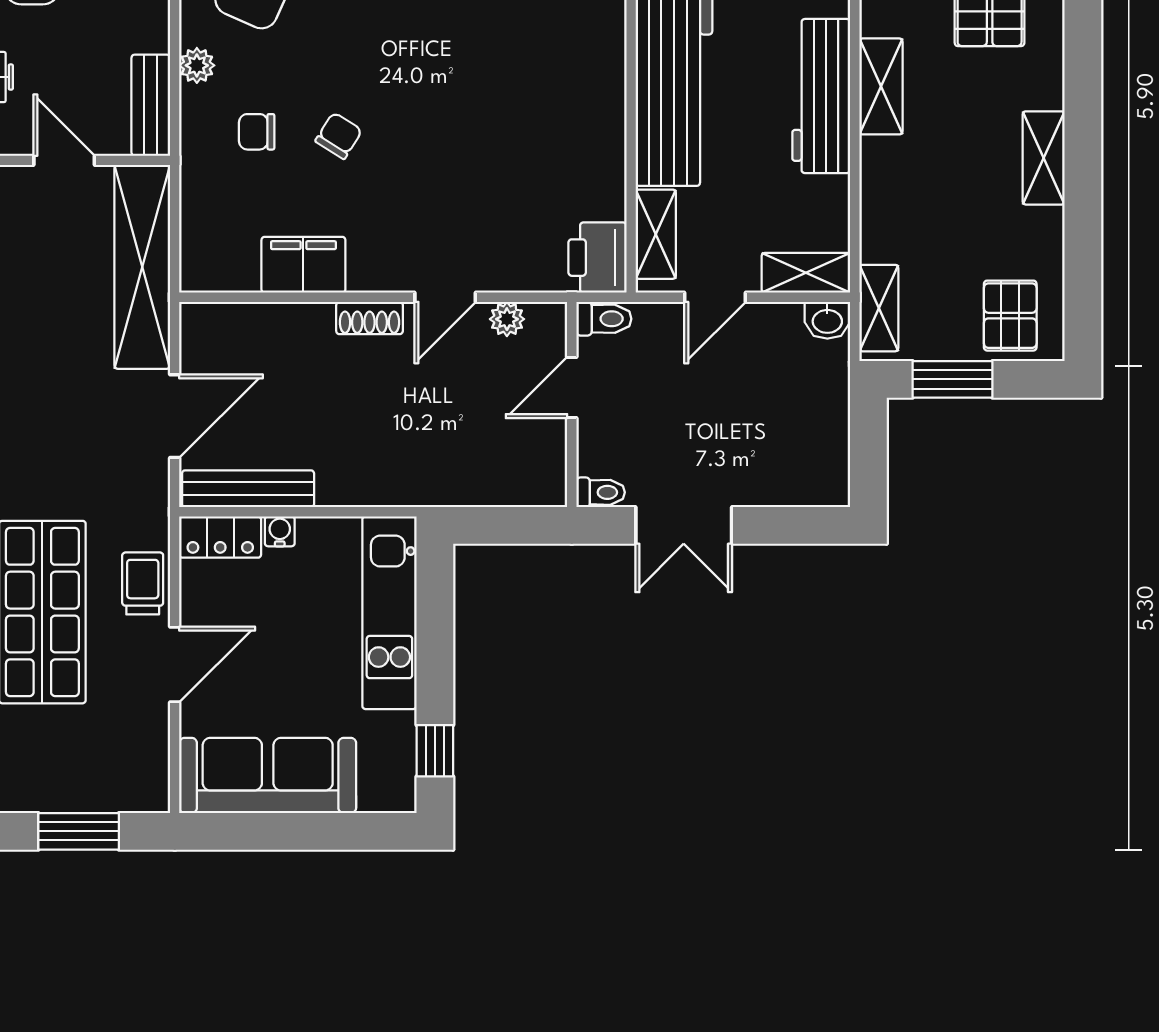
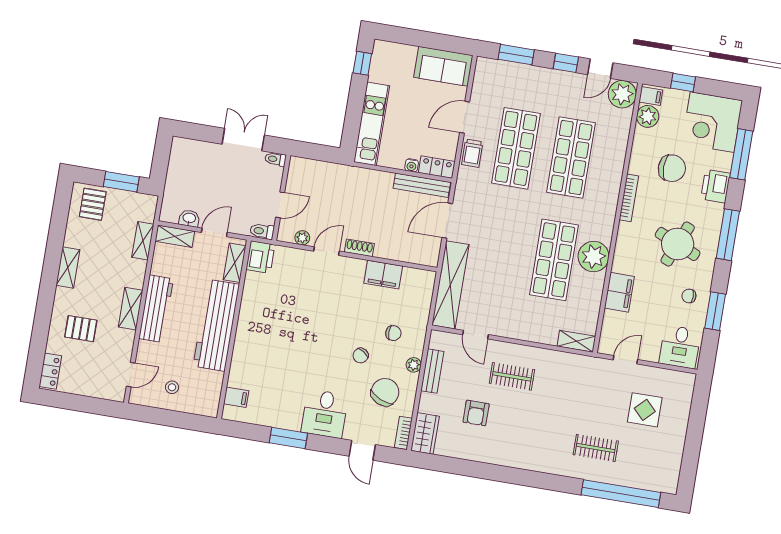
bench: (151, 105) -> (432, 371), moved
chair: (339, 136) -> (361, 356), moved
shelving: (879, 308) -> (143, 241), moved
washbasin: (827, 320) -> (189, 218), moved
sofa: (268, 775) -> (443, 66), width x0.73

